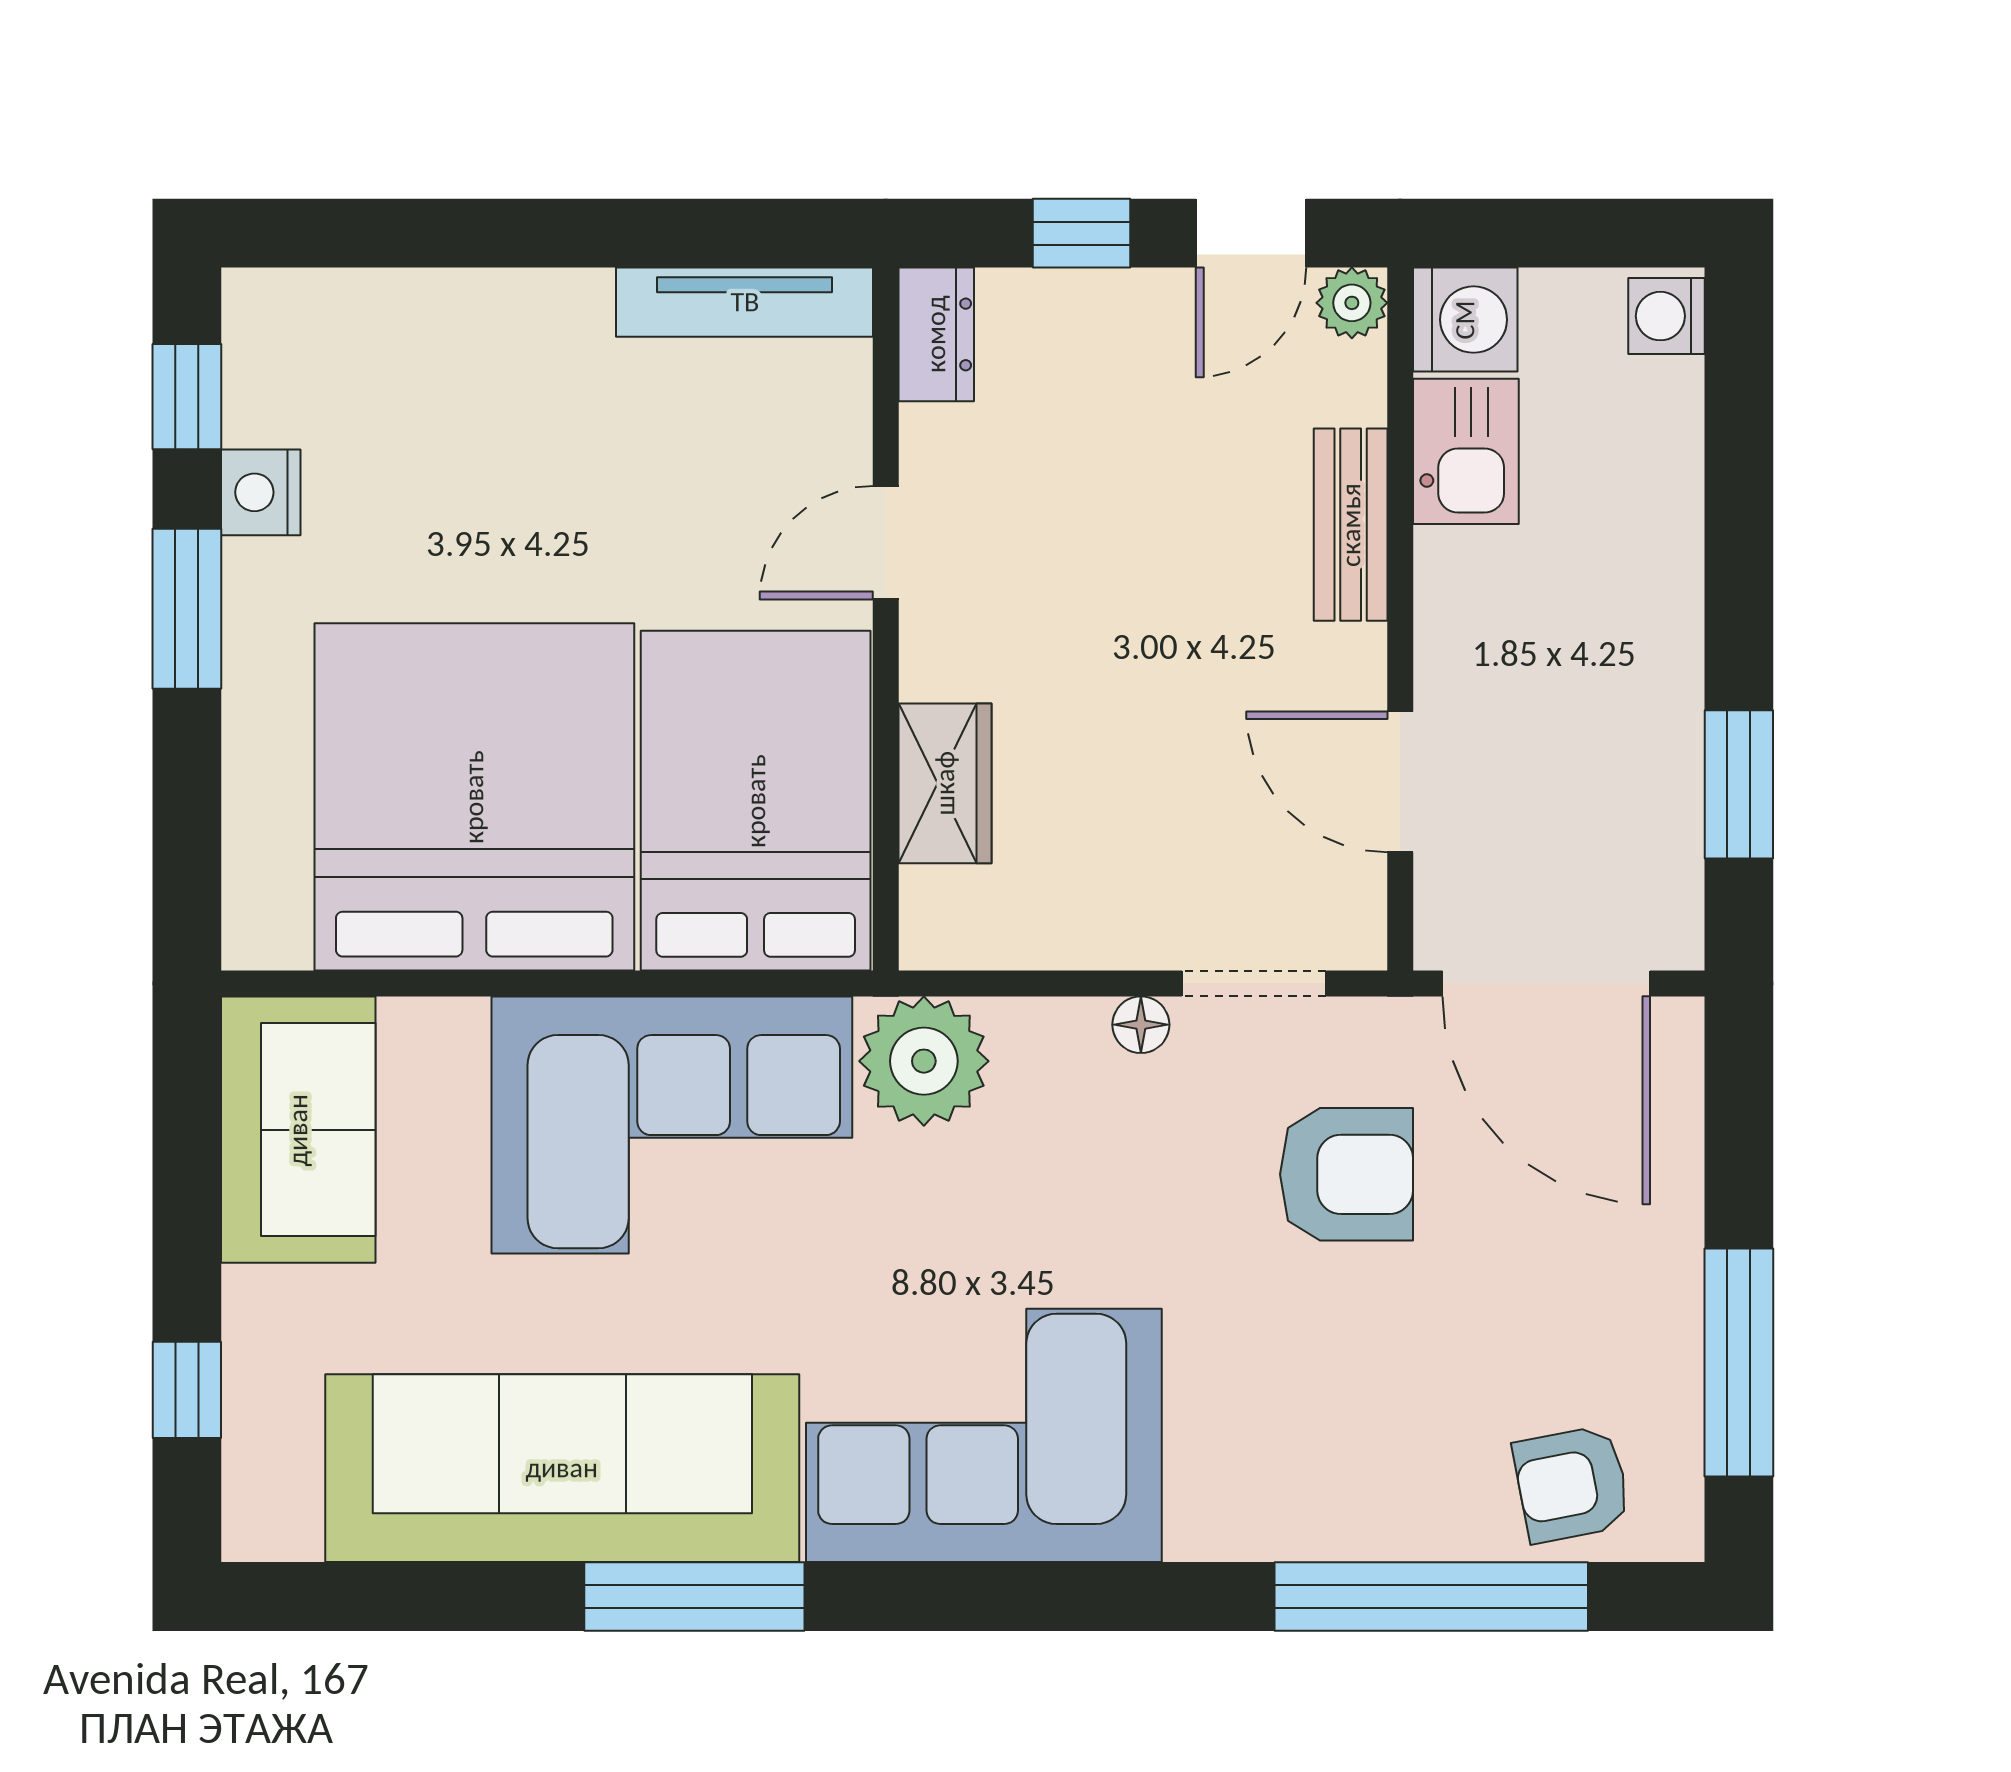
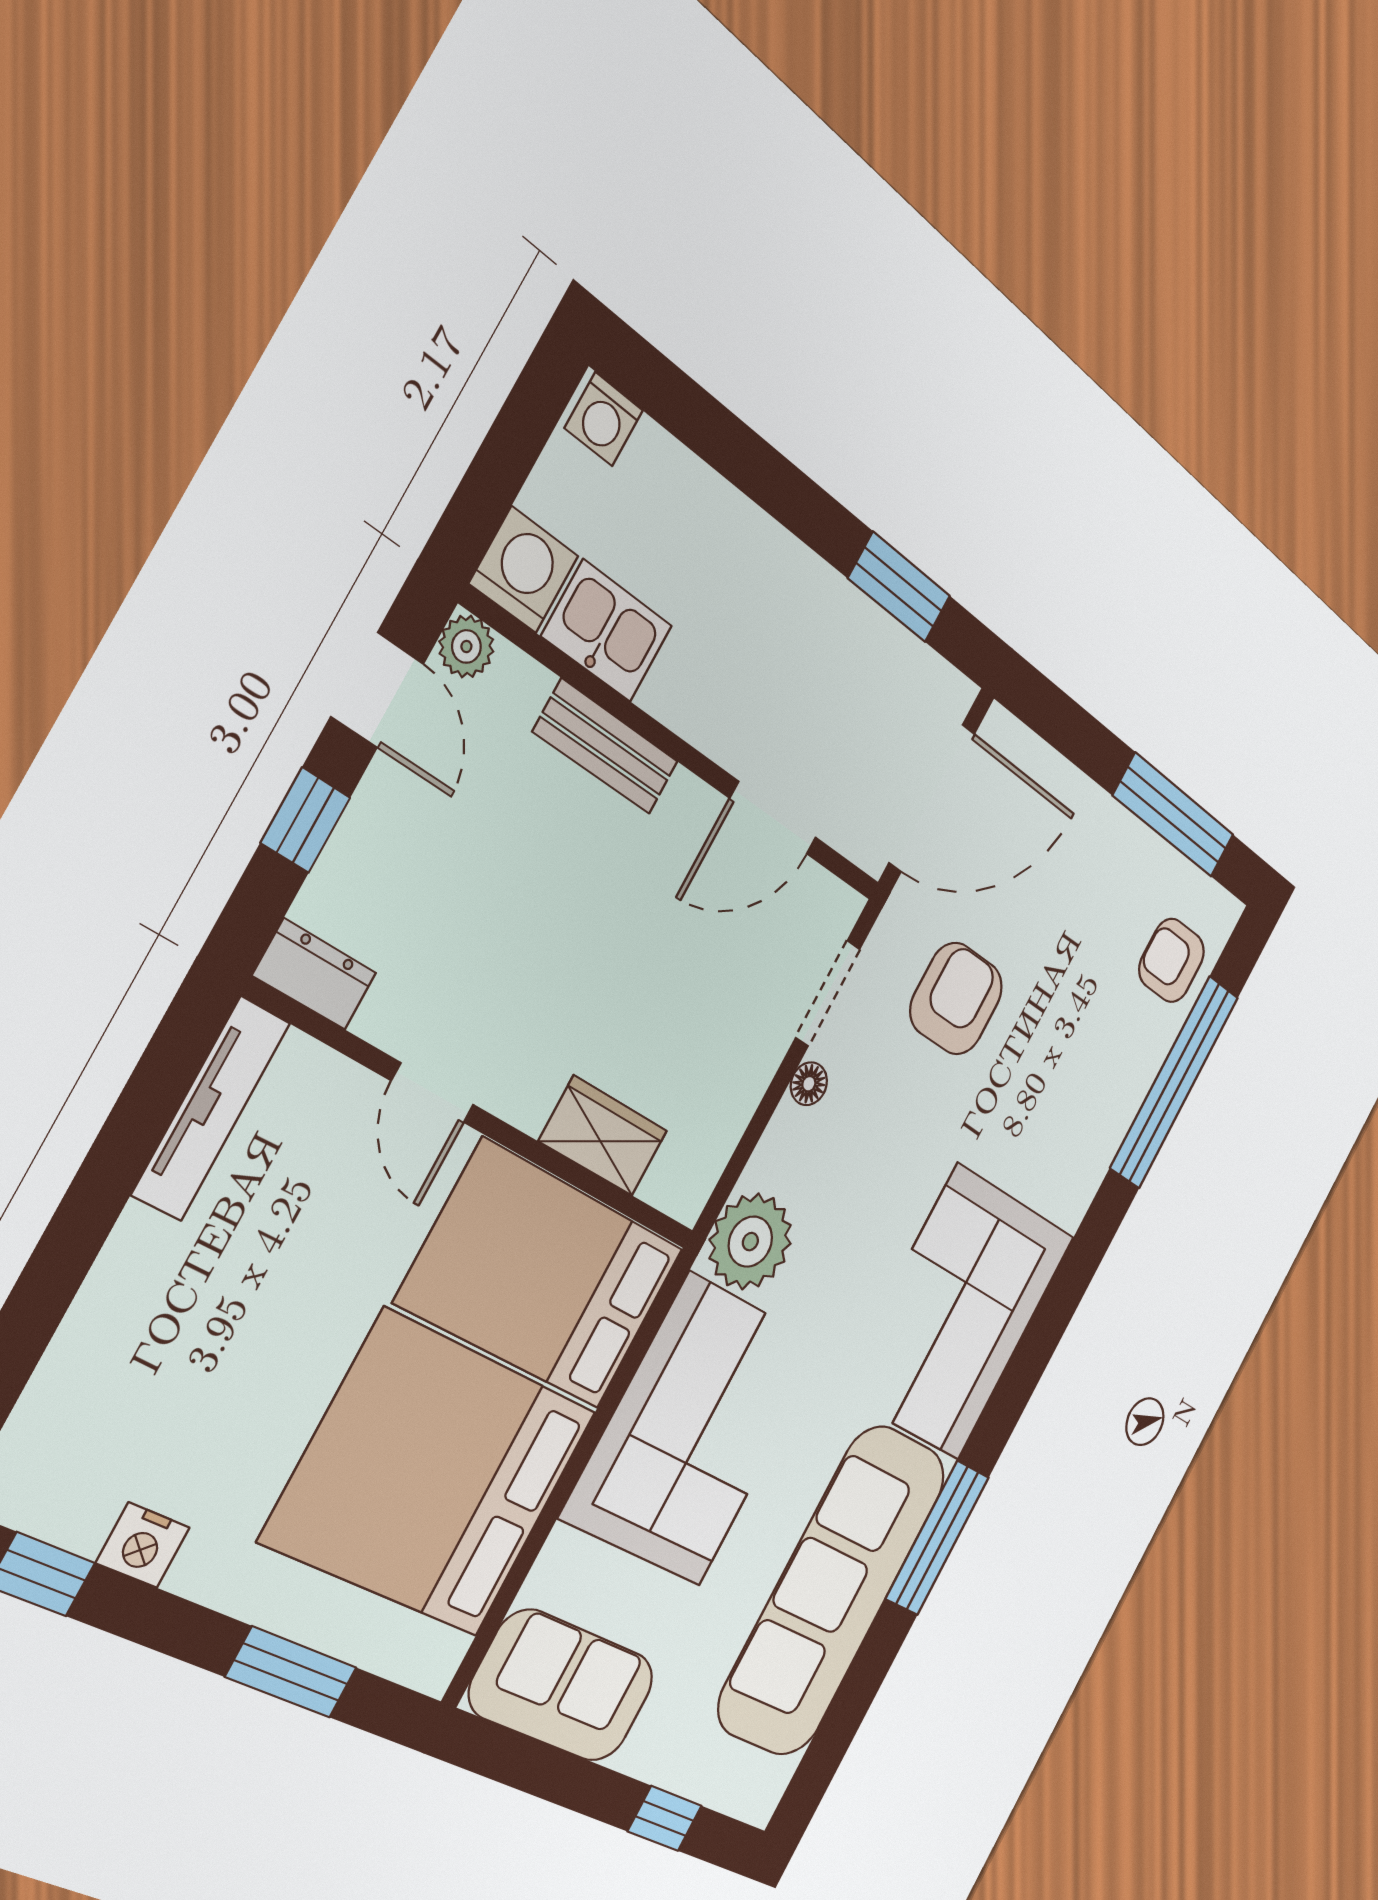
window: (187, 609) -> (291, 1672), moved
armchair: (1572, 1484) -> (1172, 960), turned 101

